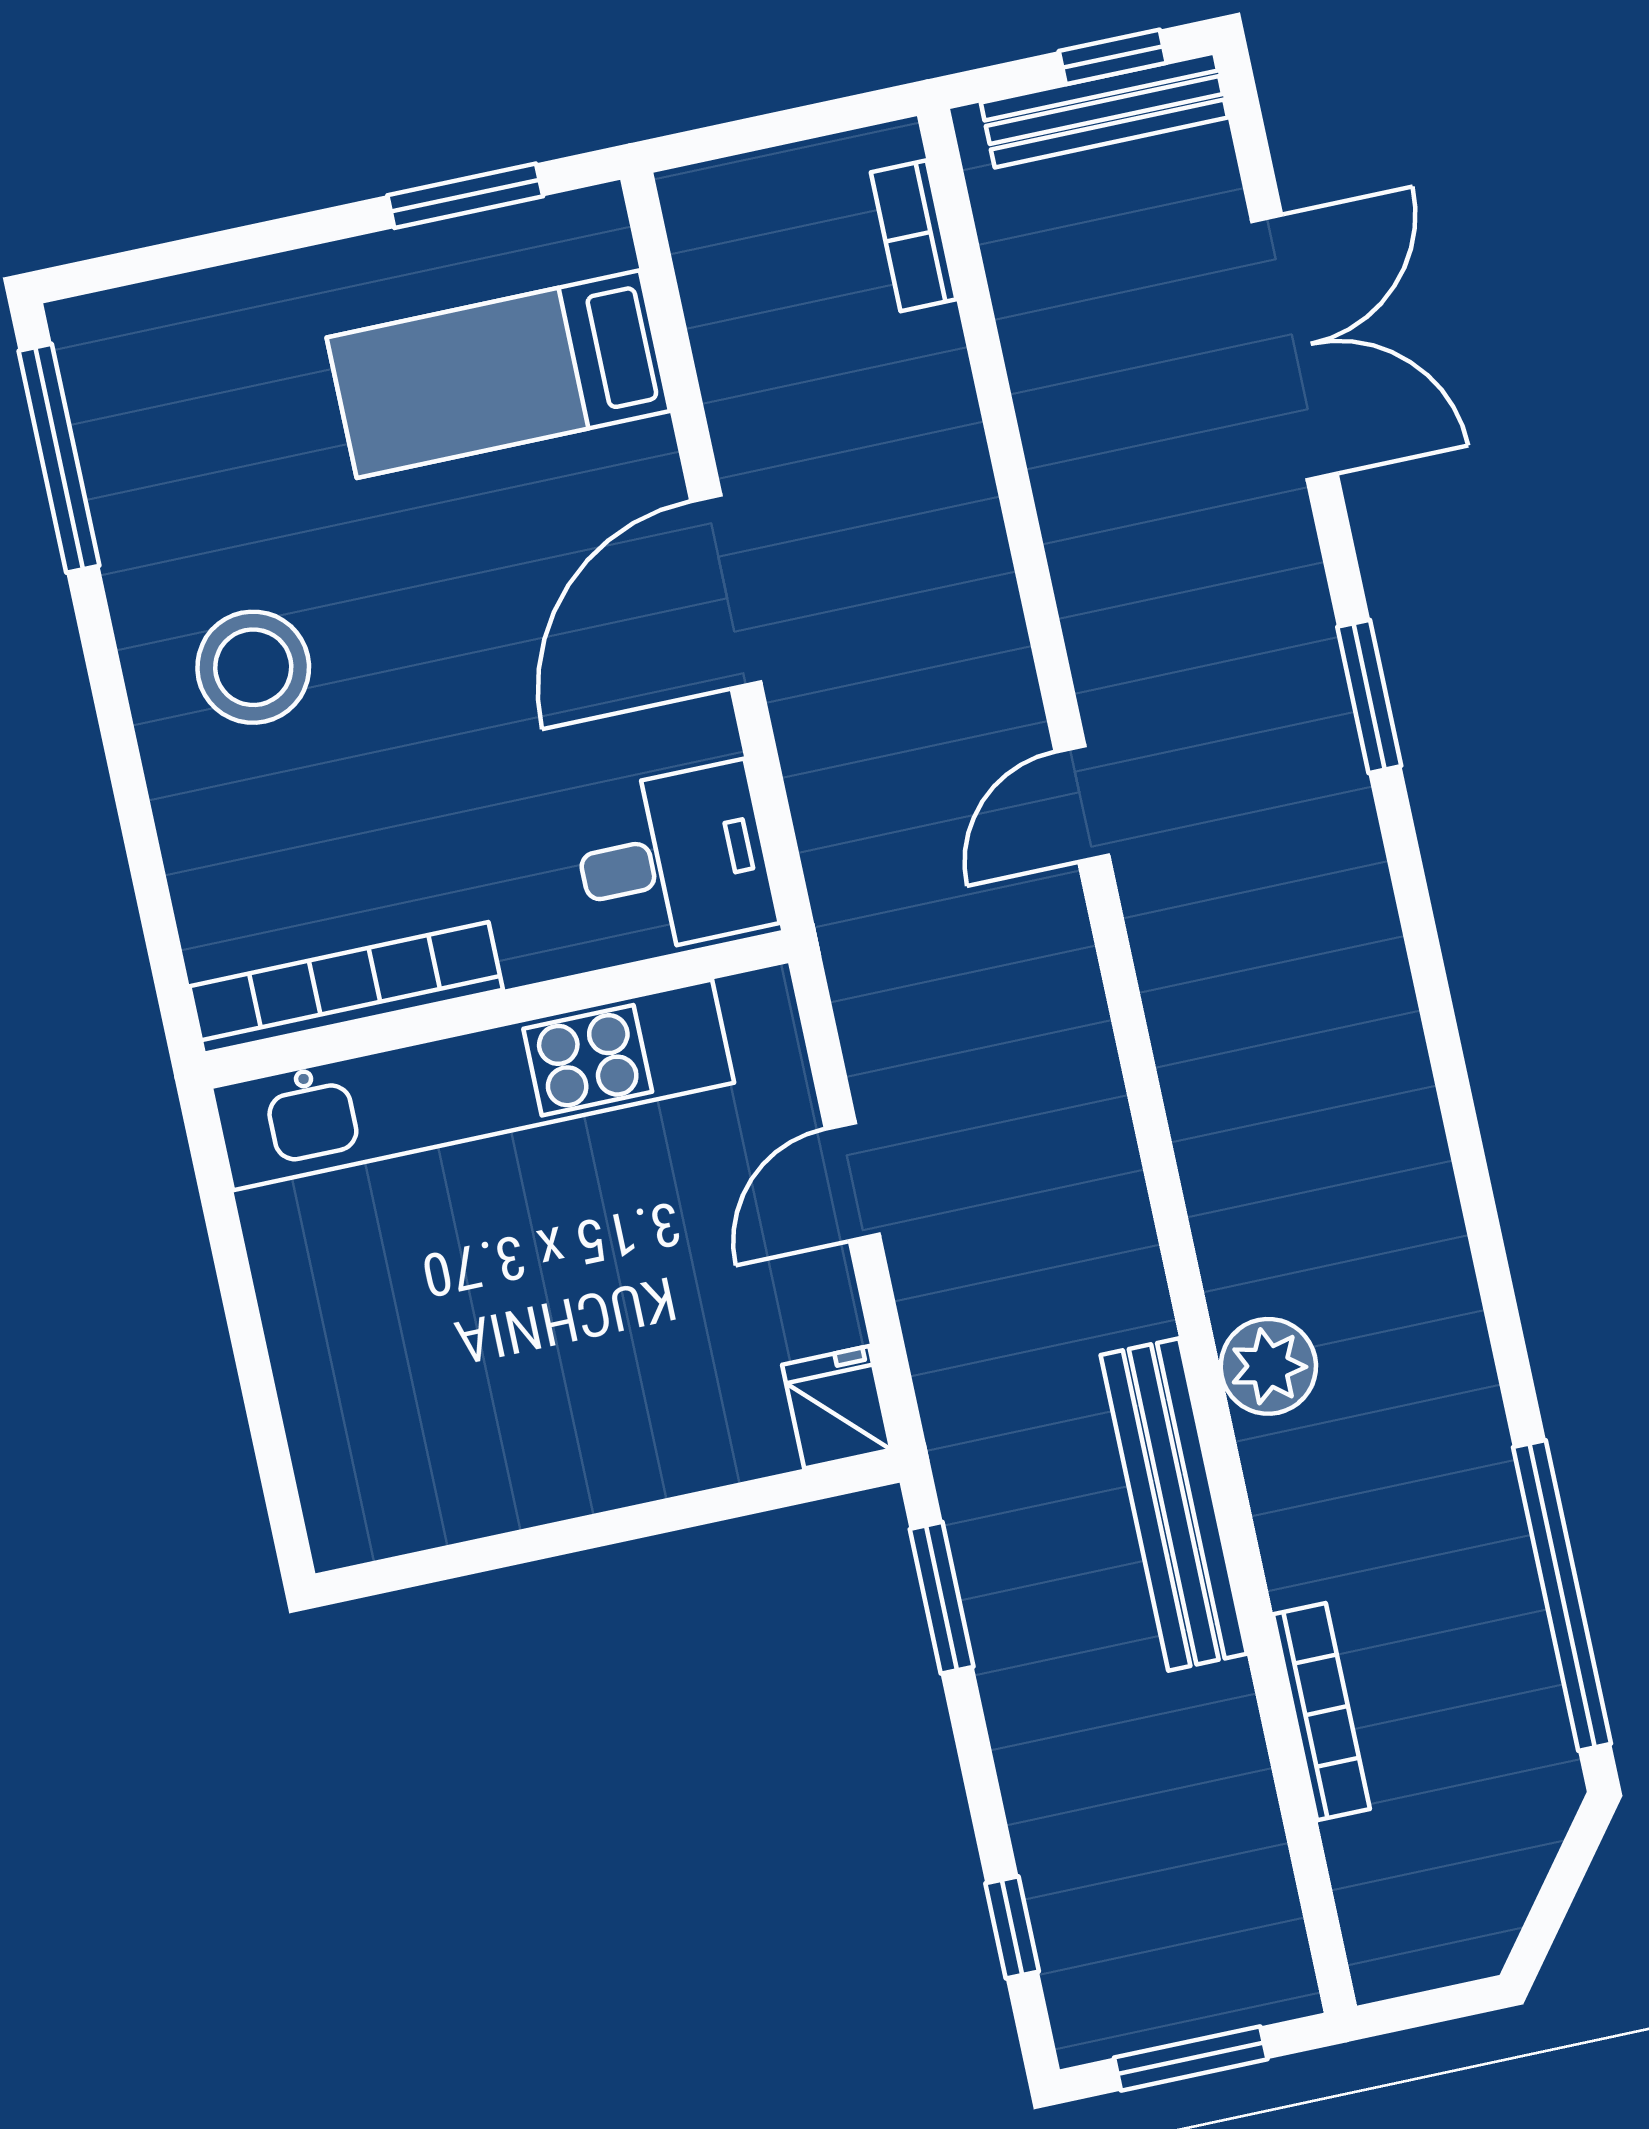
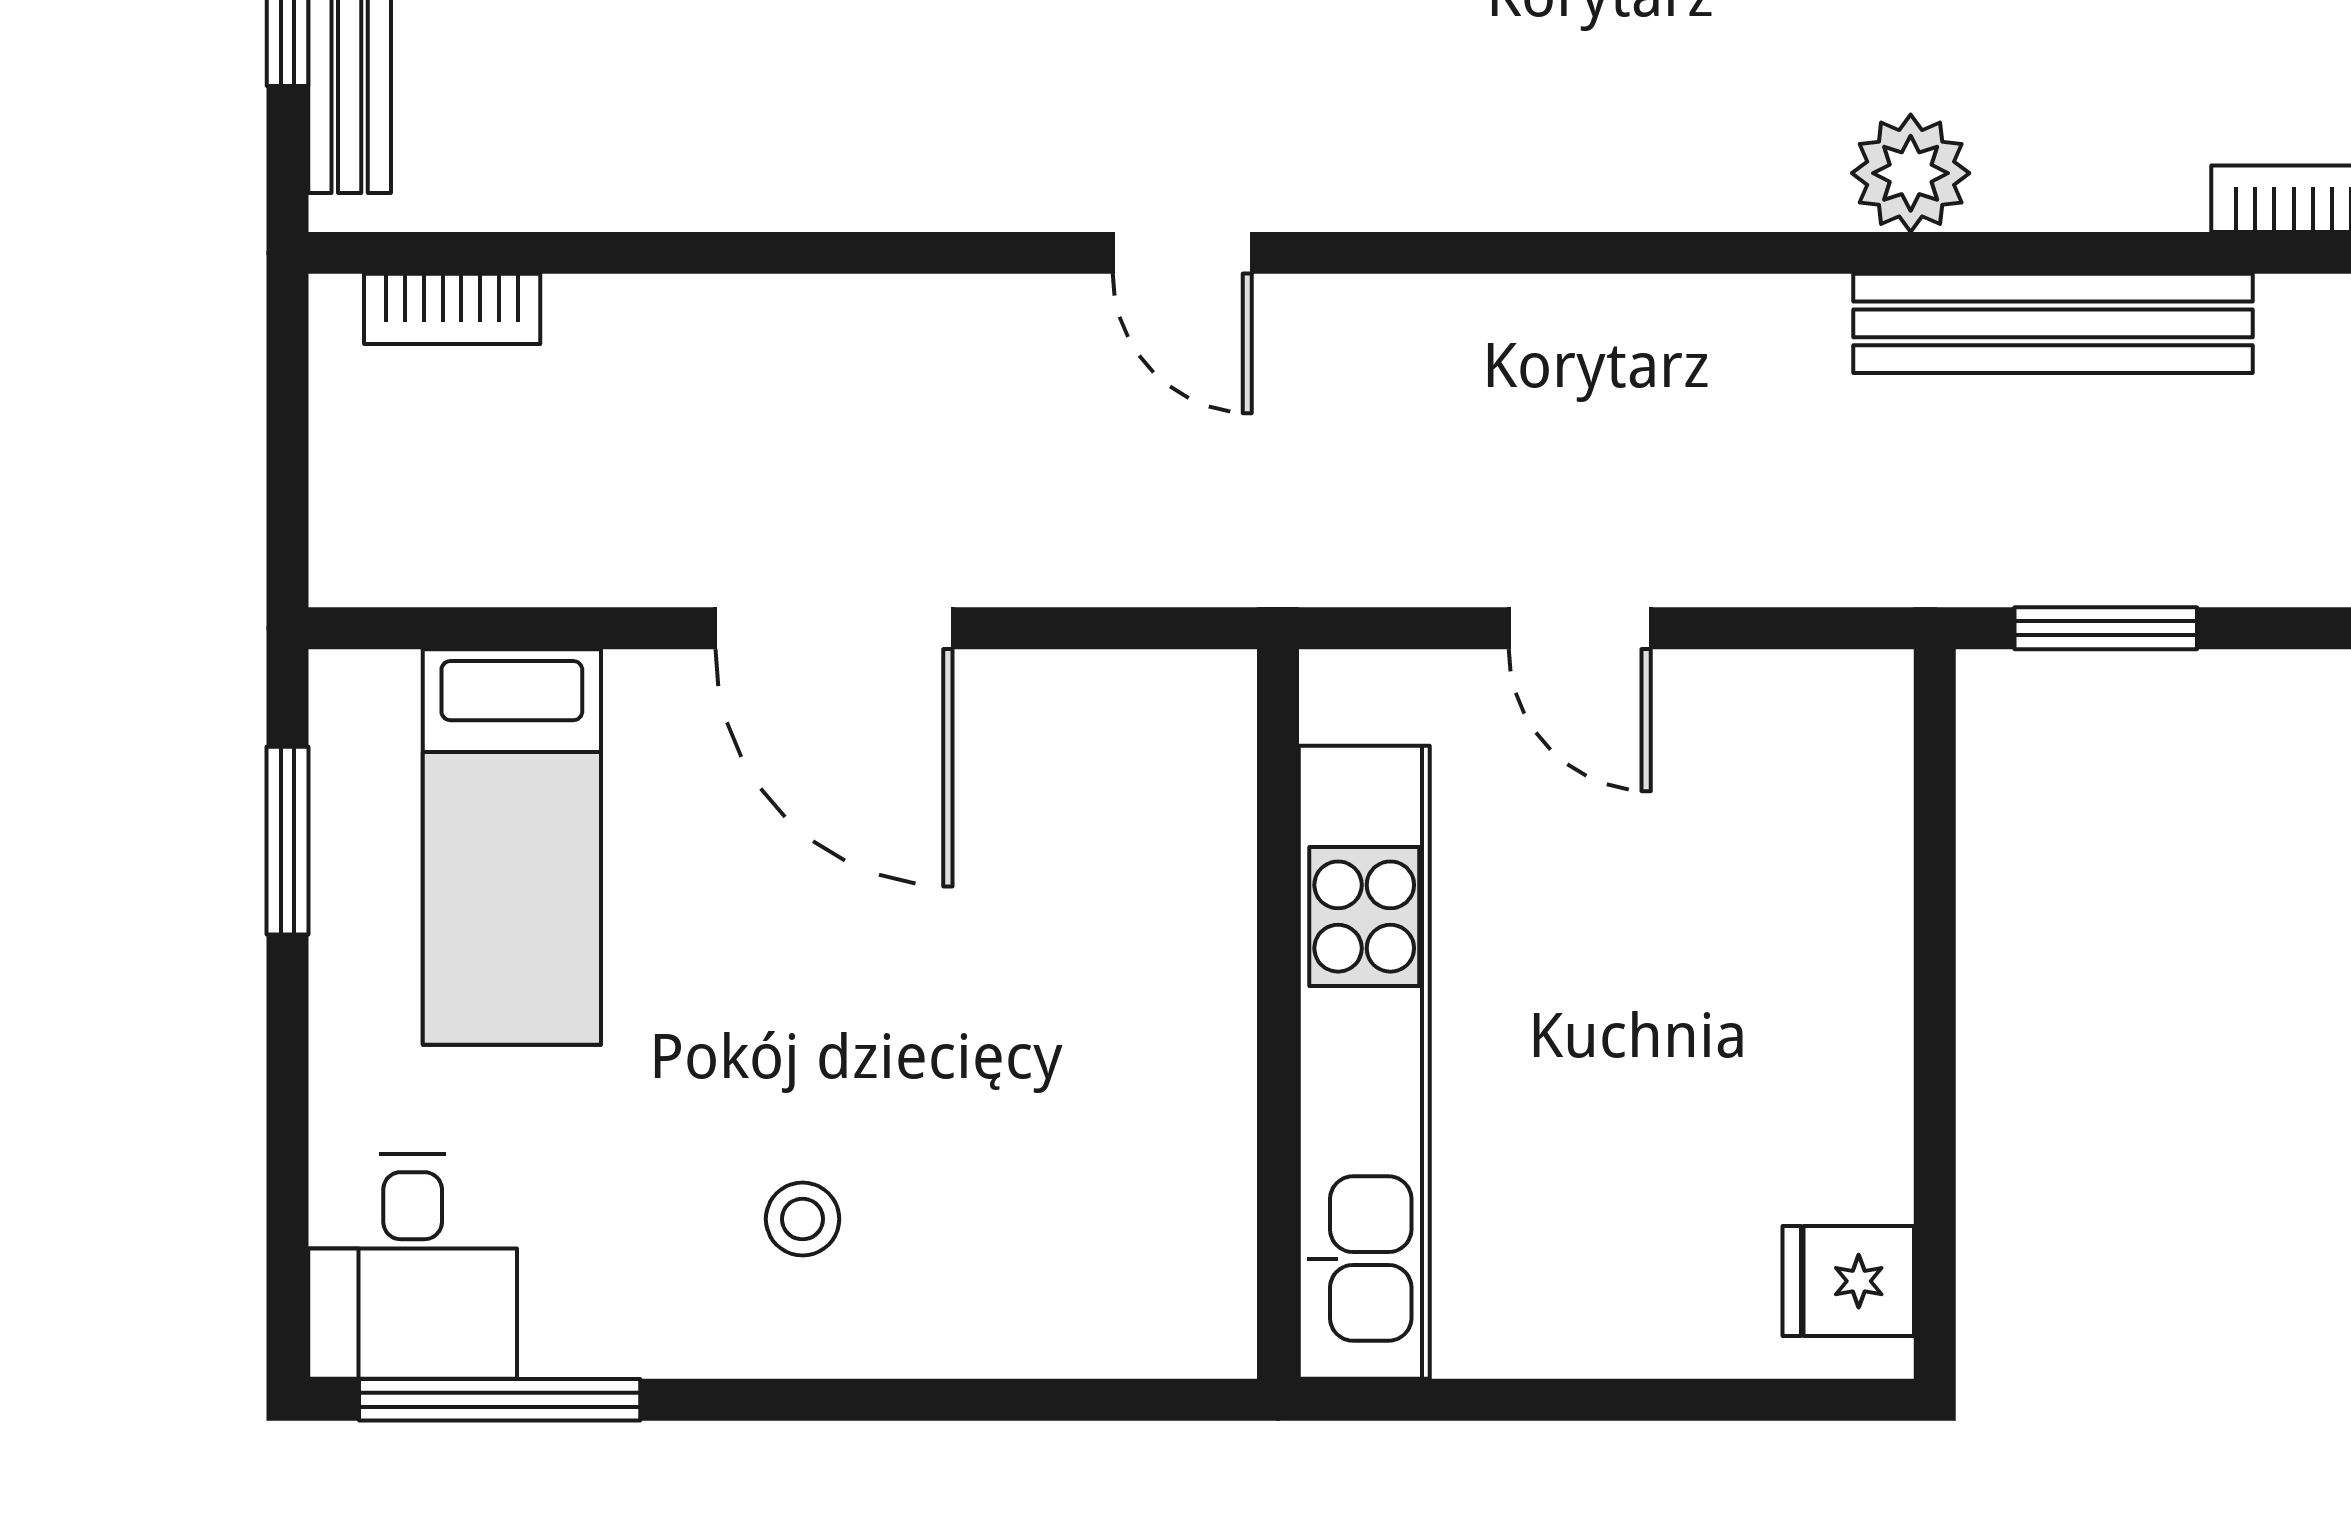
stool: (253, 667) -> (803, 1219), width x0.53, depth x0.53
desk: (673, 860) -> (413, 1266), moved, turned 180
bookcase: (346, 988) -> (1214, 1190), removed
fridge: (837, 1407) -> (1848, 1281), moved

